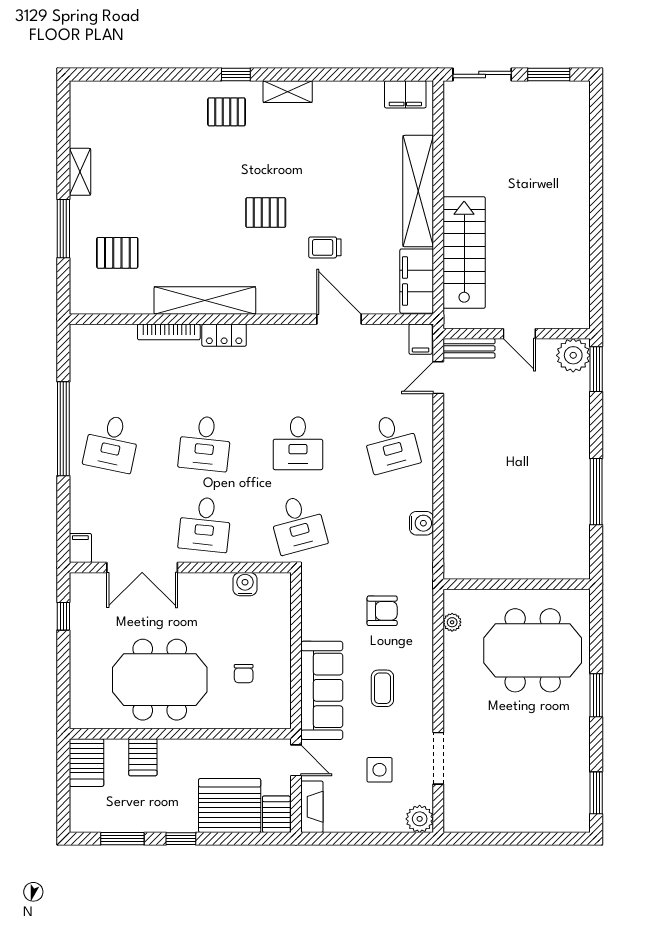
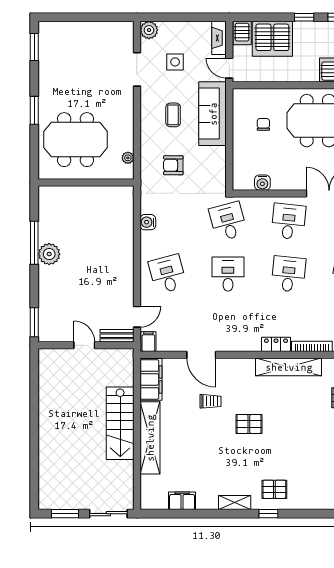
filing cabinet: (405, 94) -> (182, 501), moved
stairs: (464, 252) -> (120, 423), moved
plant: (573, 355) -> (49, 254), moved

